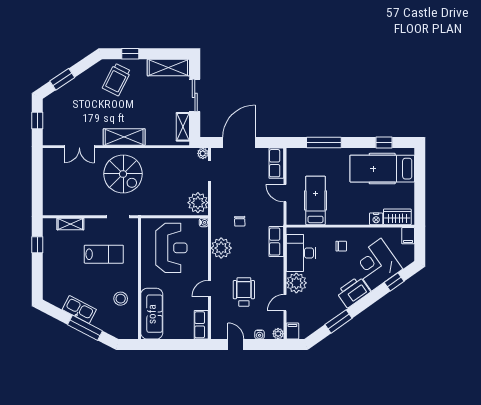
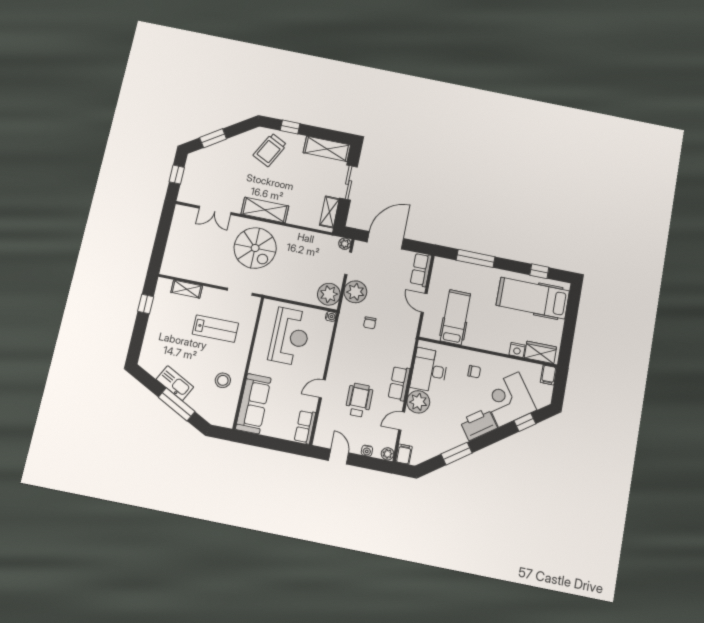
row of seats: (276, 242) -> (399, 383), moved
plant: (221, 248) -> (355, 292), moved

